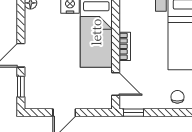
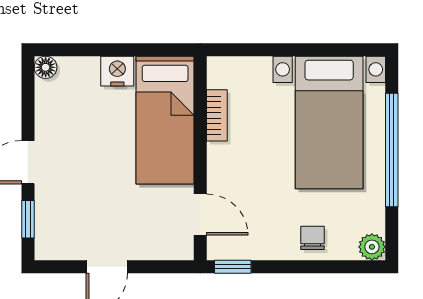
bookcase: (125, 46) -> (217, 115), moved

